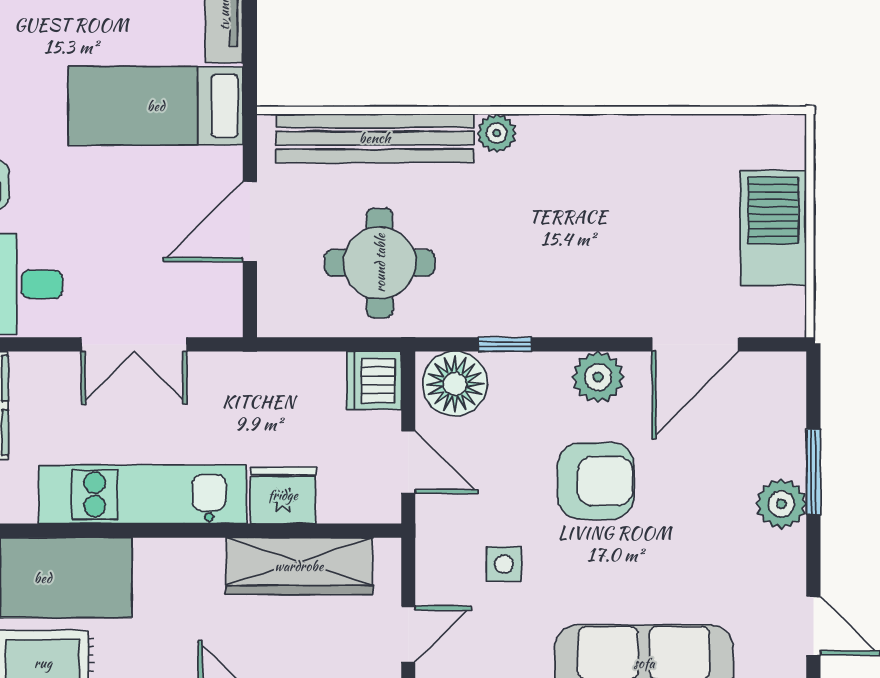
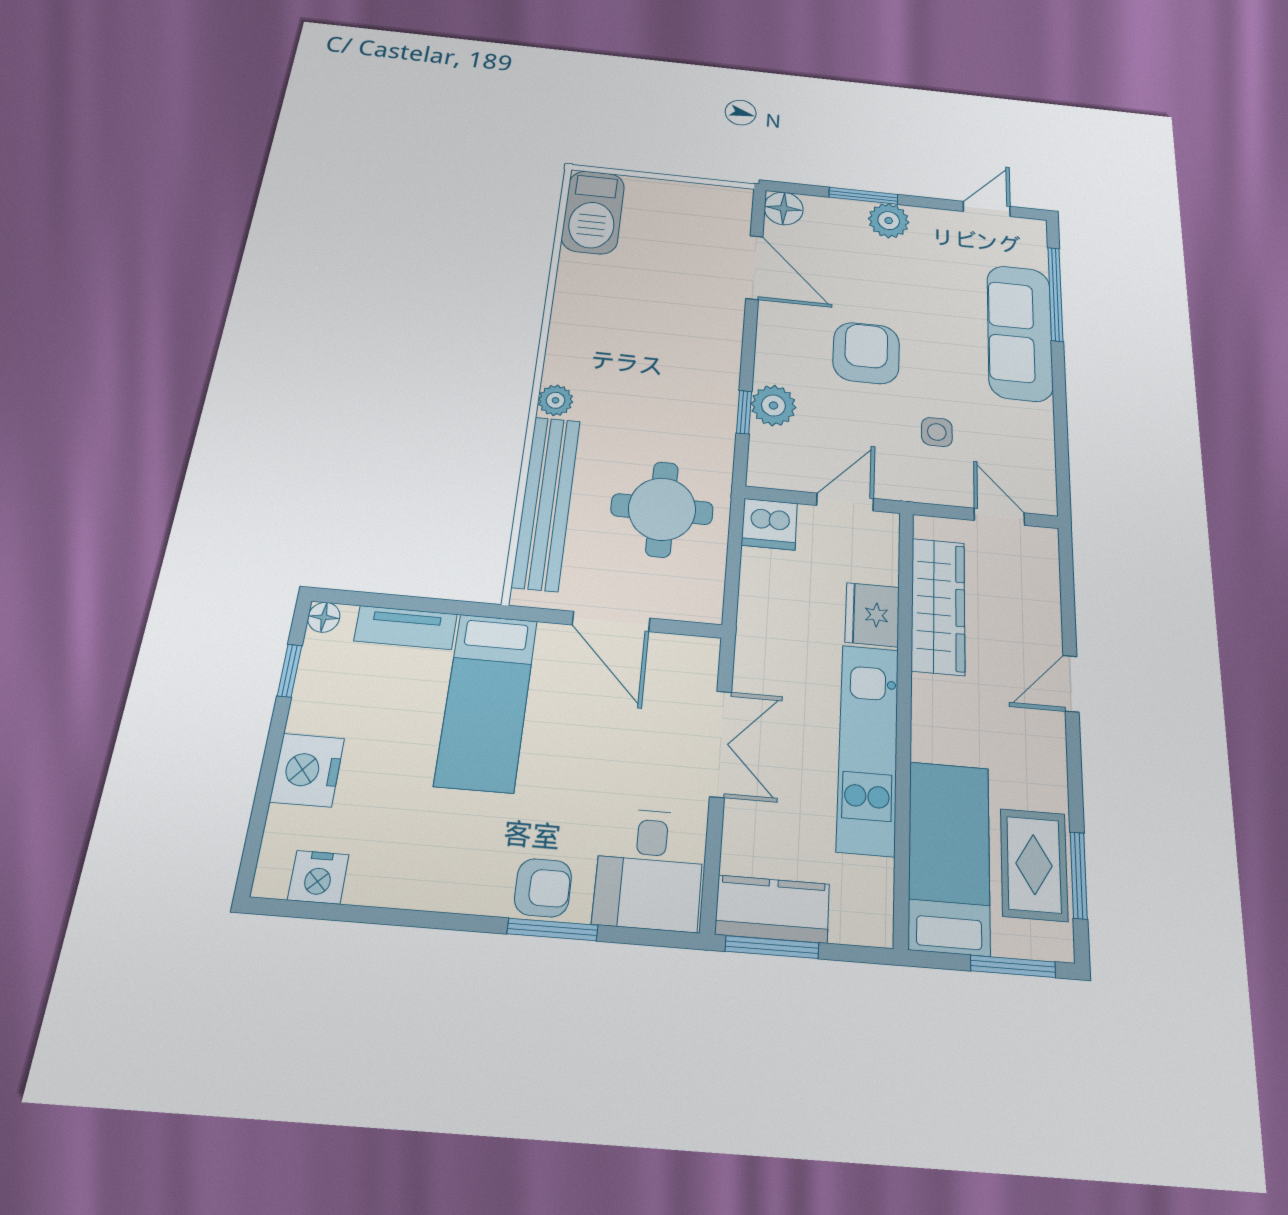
barbecue: (773, 228) -> (593, 212), moved, turned -90
plant: (598, 377) -> (773, 405), moved
floor lamp: (455, 384) -> (784, 208), moved, width x0.73, depth x0.73

